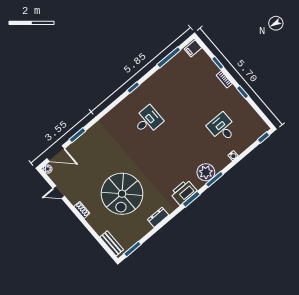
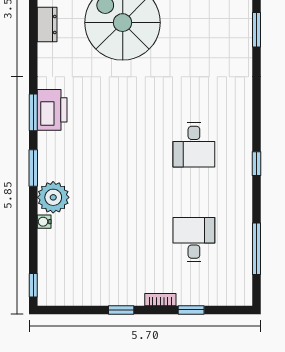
filing cabinet: (193, 48) -> (240, 293), removed
desk: (222, 128) -> (194, 240), moved, turned -90
plant: (206, 172) -> (53, 197), moved
dresser: (158, 217) -> (47, 25), moved

